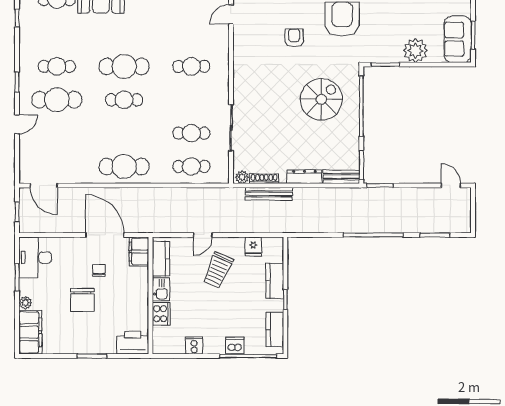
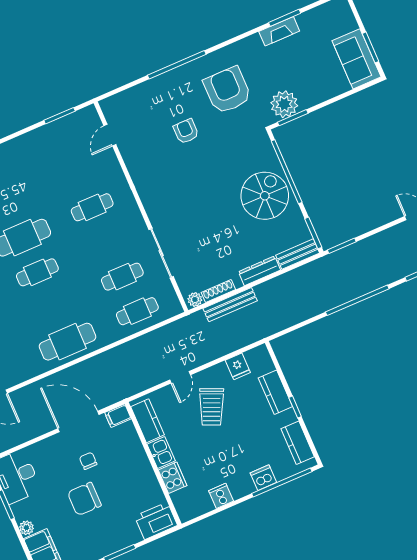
plant: (415, 51) -> (284, 104), moved
spiral stairs: (321, 99) -> (265, 196), moved
filing cabinet: (139, 252) -> (118, 416), width x0.50
chair: (82, 300) -> (84, 499), turned 90

